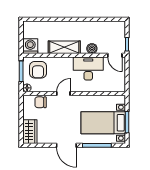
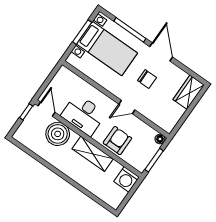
boiler: (92, 49) -> (58, 134), width x1.86, depth x1.86
armchair: (38, 70) -> (117, 141), moved
chair: (41, 102) -> (147, 79), moved

